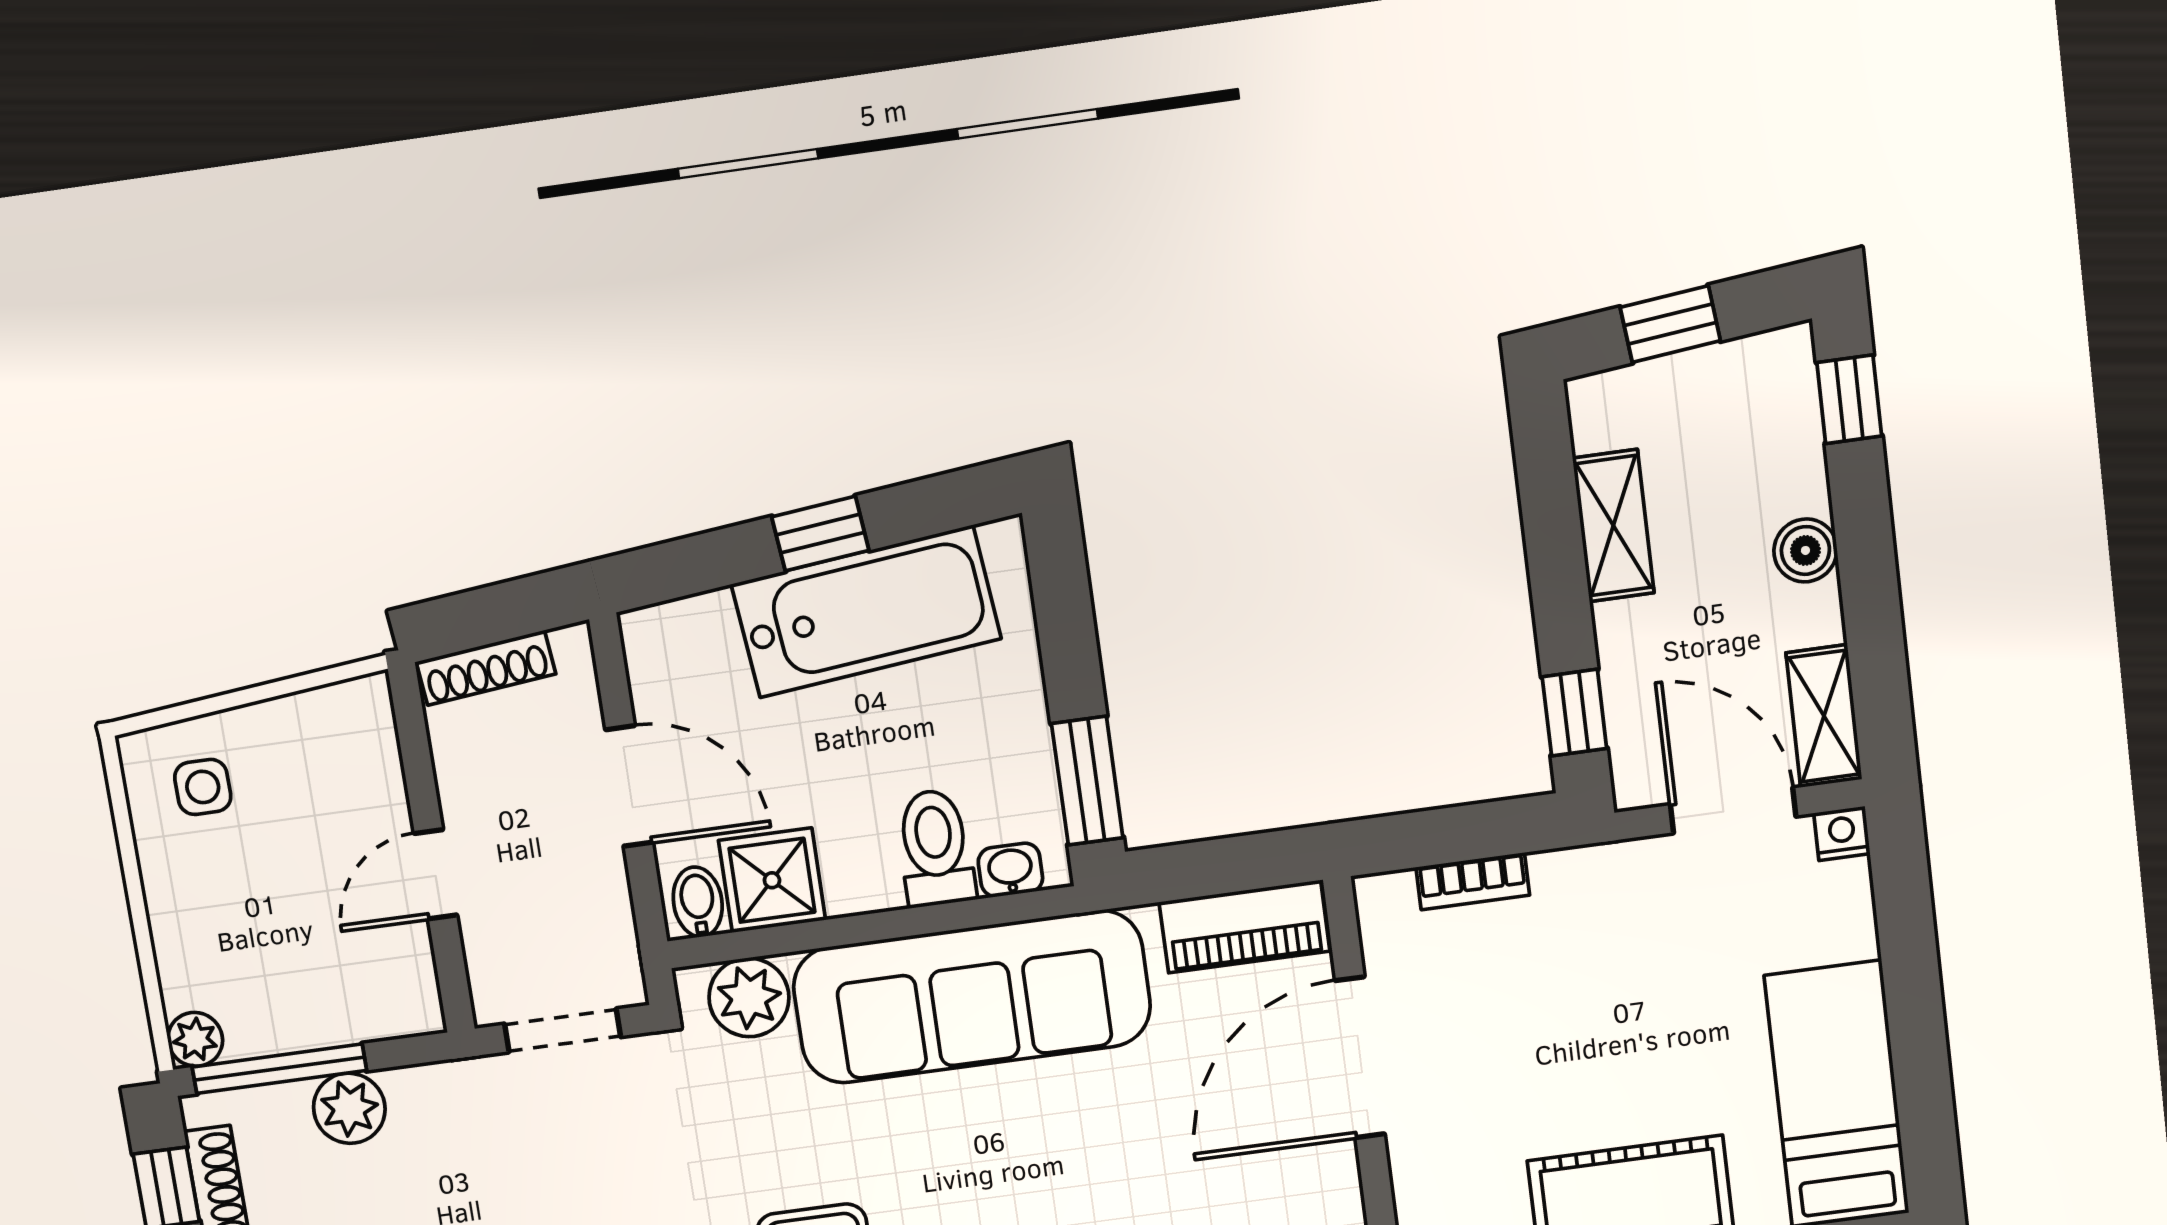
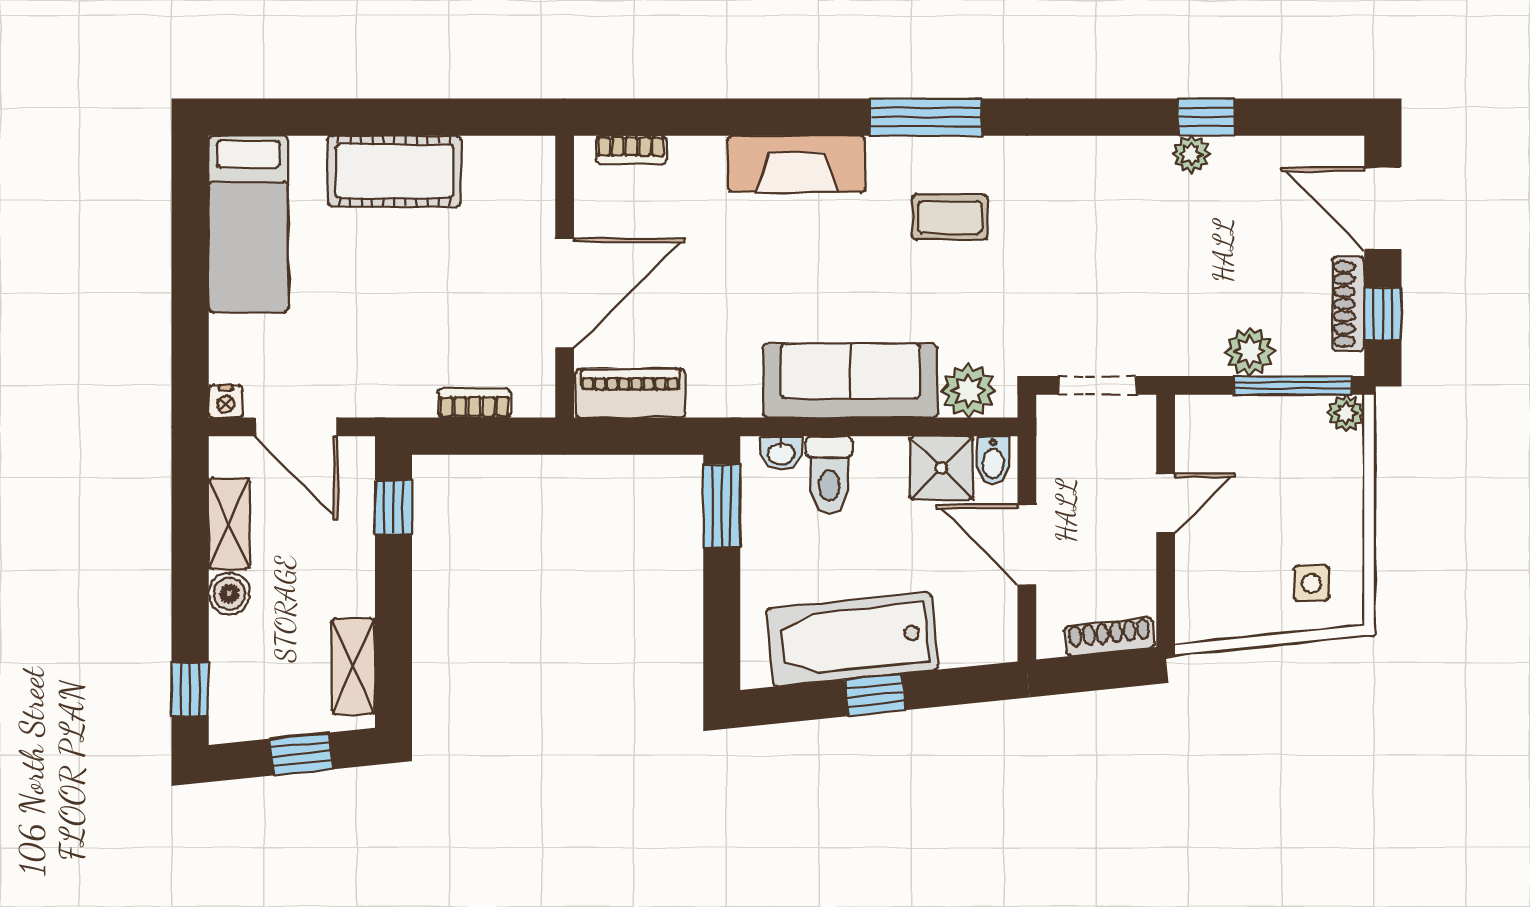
shelving: (1613, 526) -> (353, 666), moved
shelving: (1824, 716) -> (229, 523), moved
sofa: (972, 997) -> (850, 381), width x0.74, depth x0.79

